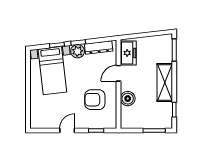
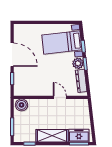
freezer: (128, 53) -> (79, 136), moved, turned 180
boiler: (128, 99) -> (22, 105), moved
armchair: (95, 100) -> (38, 78), removed
door: (67, 131) -> (12, 55), width x1.88

